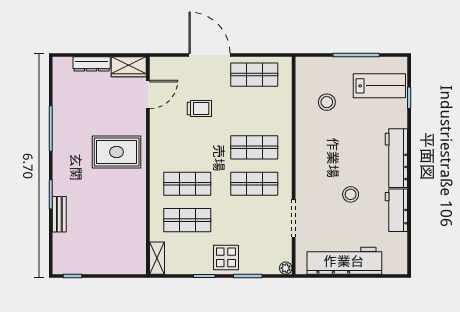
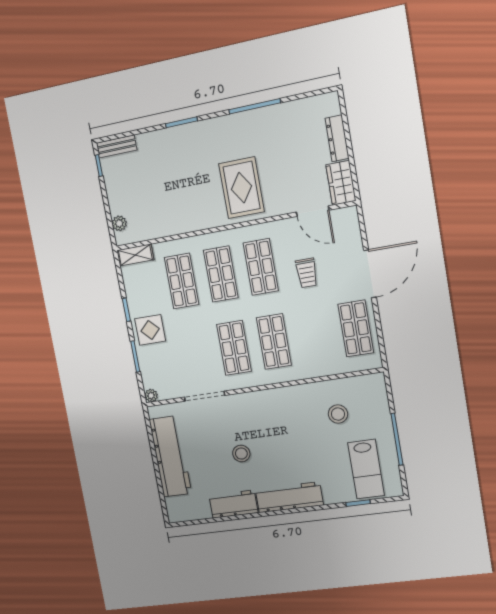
shop shelf: (187, 147) -> (261, 267), added
bench: (59, 214) -> (117, 146), moved
plant: (126, 267) -> (119, 223), added

